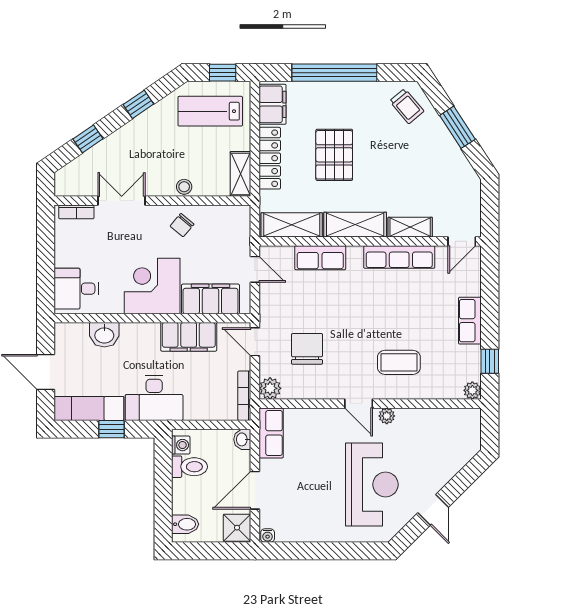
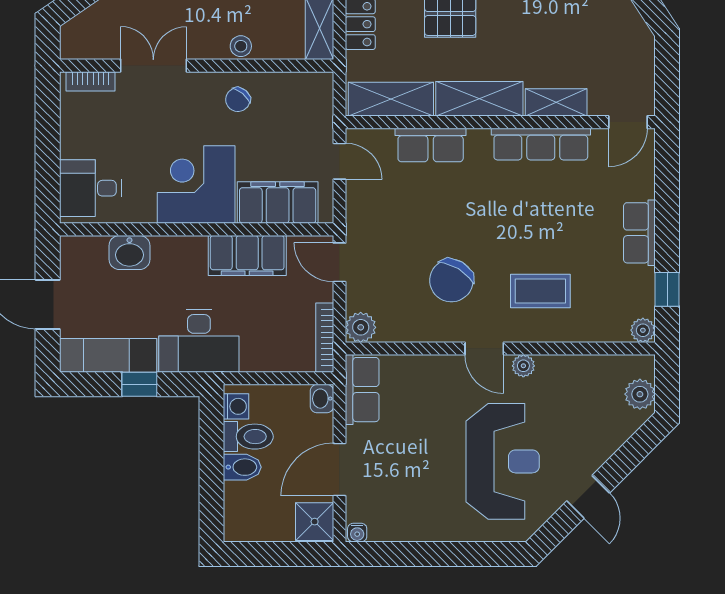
chair: (307, 349) -> (451, 280), moved, turned -149
plant: (470, 436) -> (640, 394), added
bidet: (185, 524) -> (242, 467), moved

